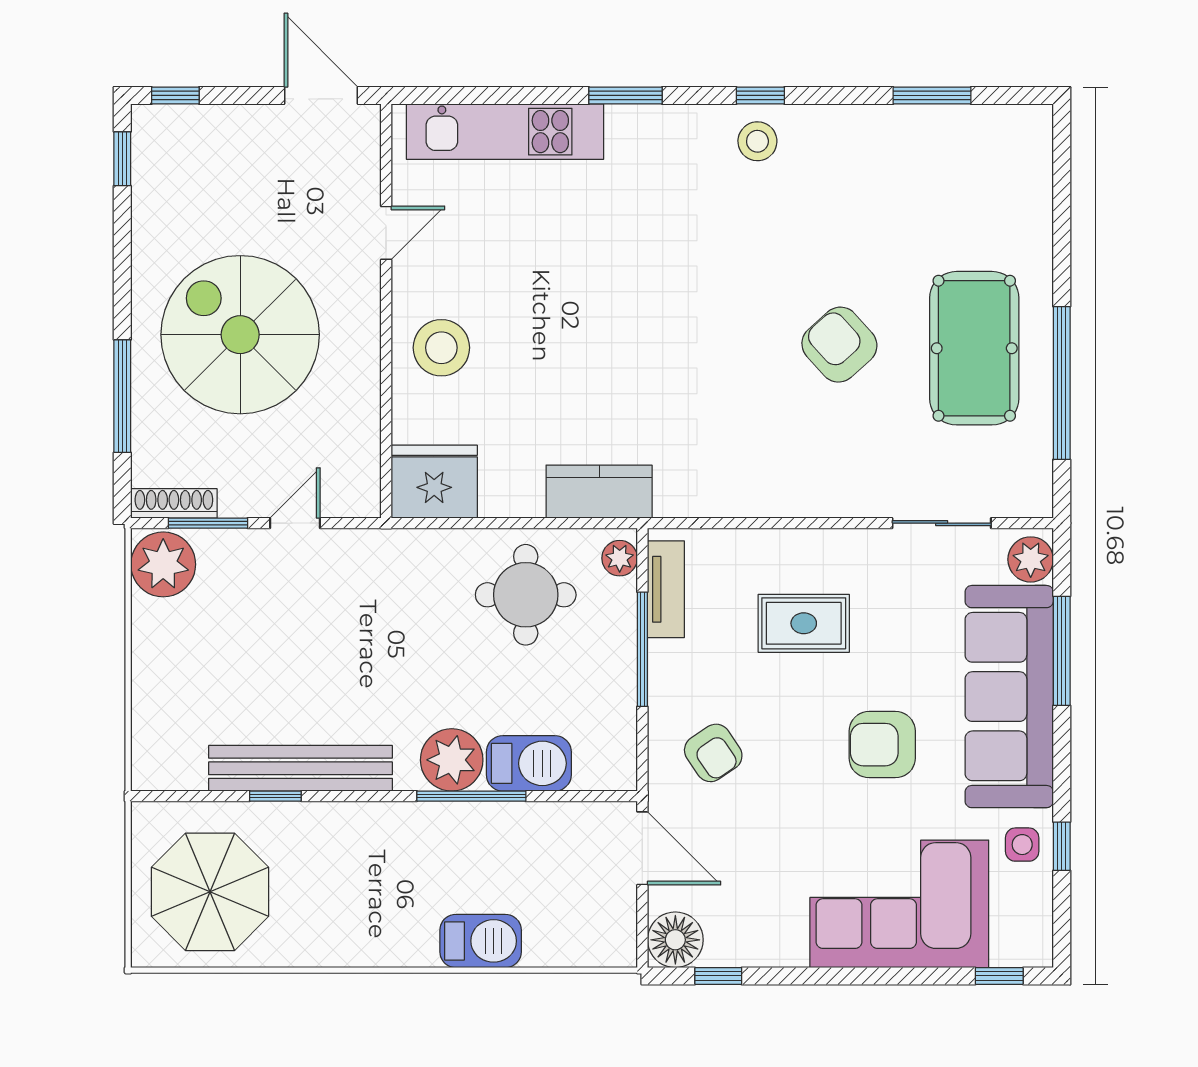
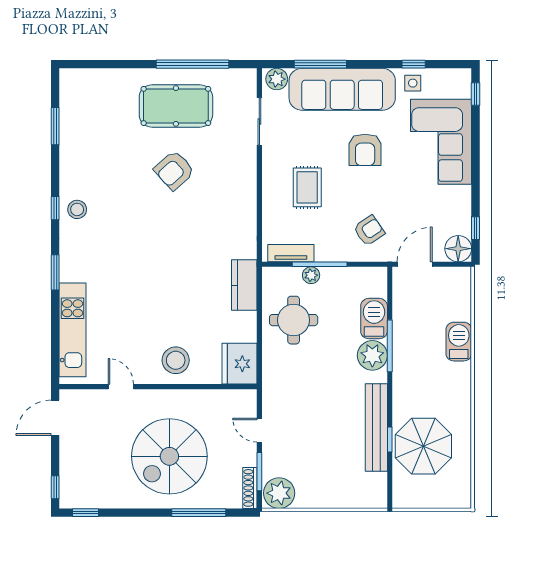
plant: (620, 558) -> (311, 275), moved
parasol: (210, 892) -> (423, 446), moved

